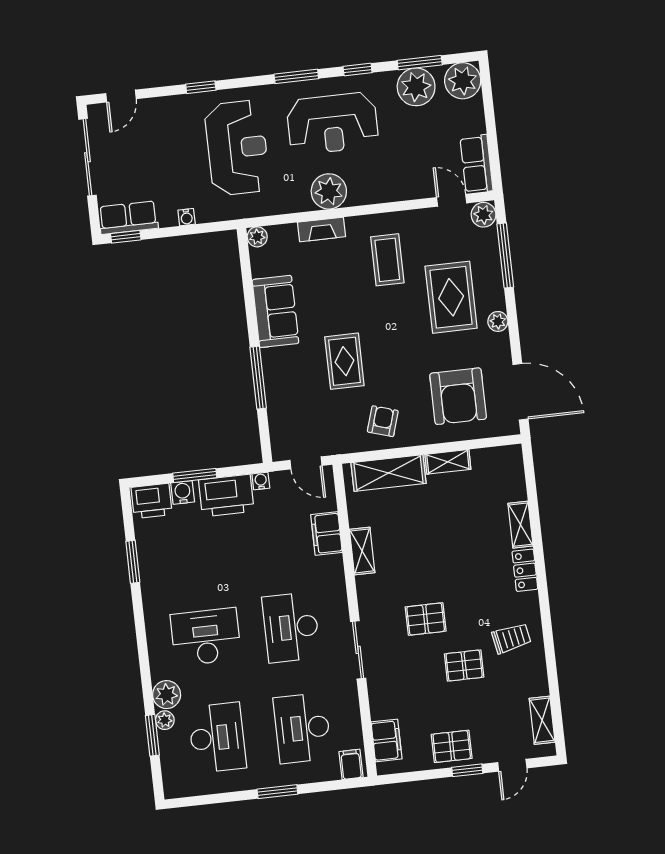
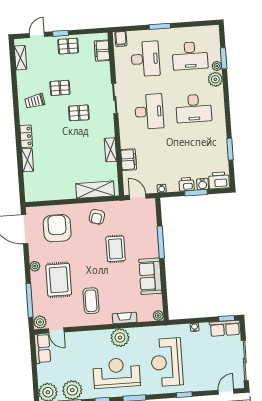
shelving: (448, 462) -> (64, 194), removed
printer: (226, 496) -> (186, 184), width x0.53, depth x0.68
desk: (217, 738) -> (190, 56), turned -90

